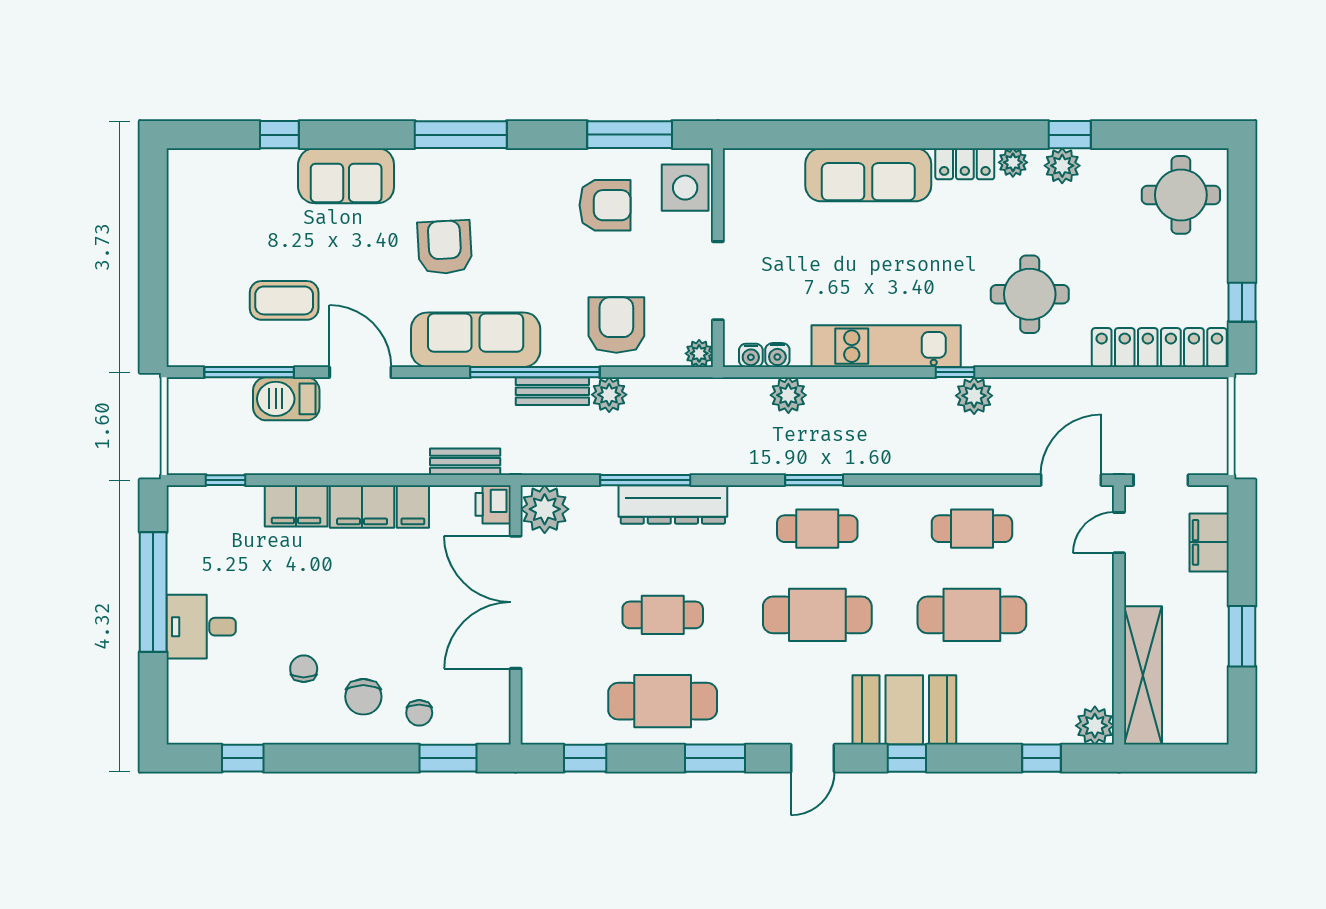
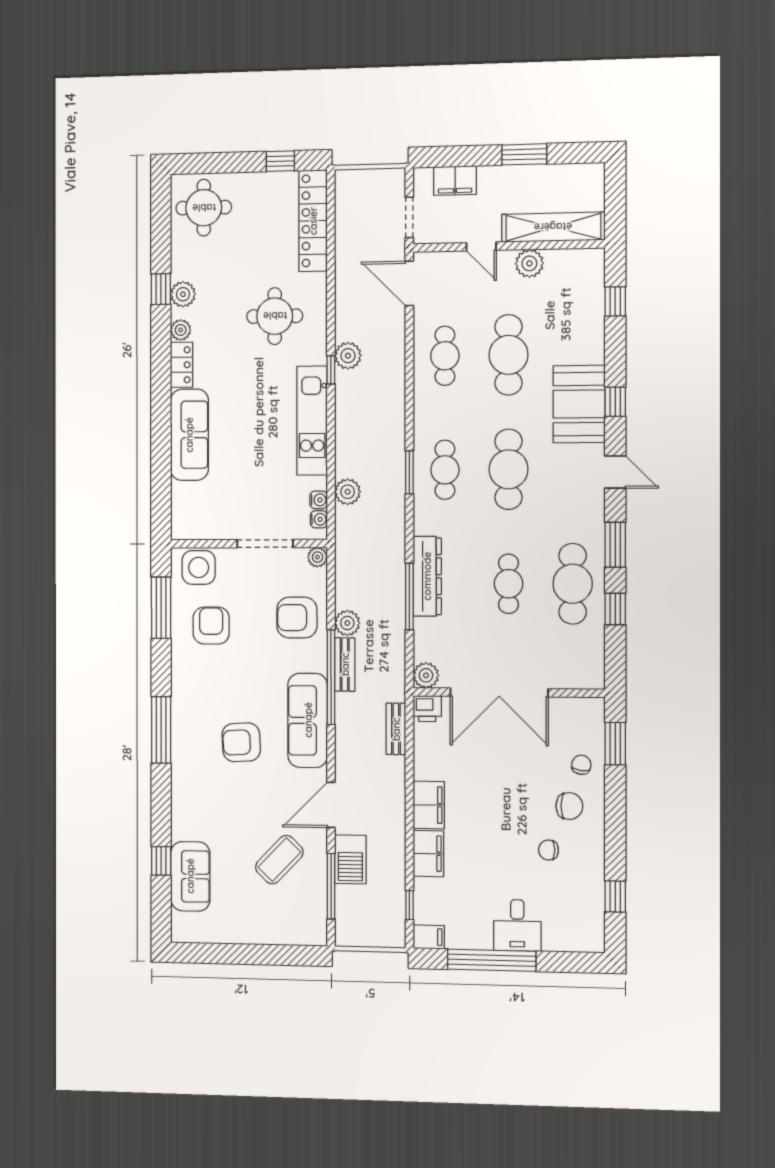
sofa: (346, 176) -> (190, 876), moved
coffee table: (284, 300) -> (279, 860), turned 44
filing cabinet: (413, 506) -> (429, 937), moved
plant: (545, 509) -> (426, 675), width x0.73, depth x0.73
door: (1119, 533) -> (481, 247), moved
chair: (419, 713) -> (581, 765), turned -81
plant: (1095, 726) -> (529, 263), moved
window: (585, 758) -> (615, 609), moved

